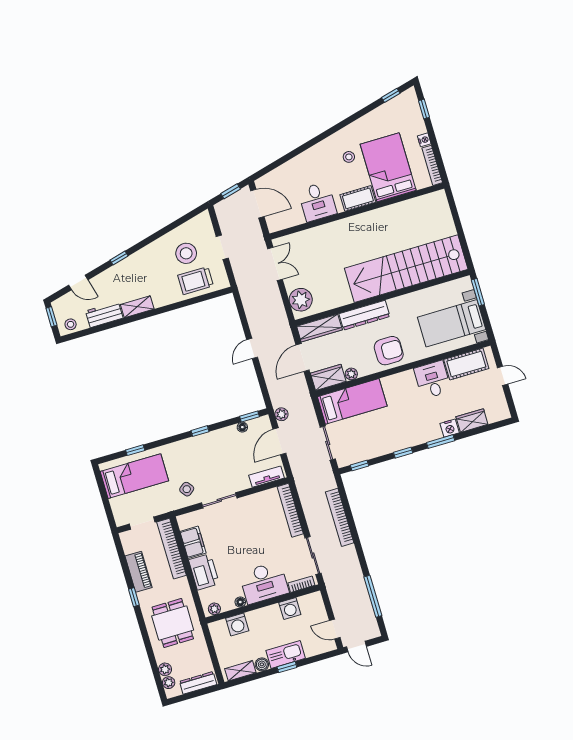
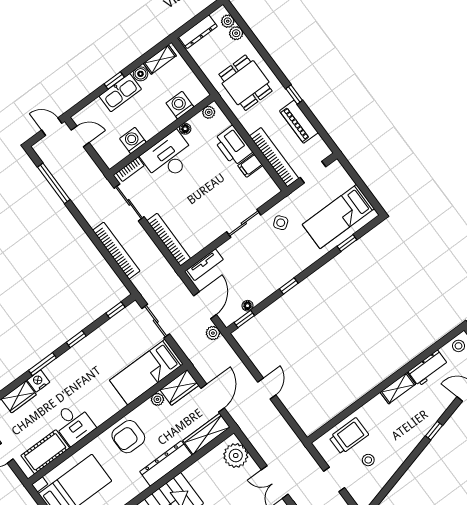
stool: (186, 253) -> (368, 460), width x0.53, depth x0.53
filing cabinet: (193, 542) -> (250, 165), width x0.50

